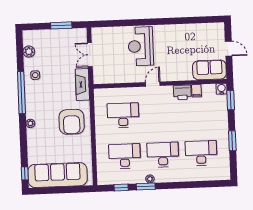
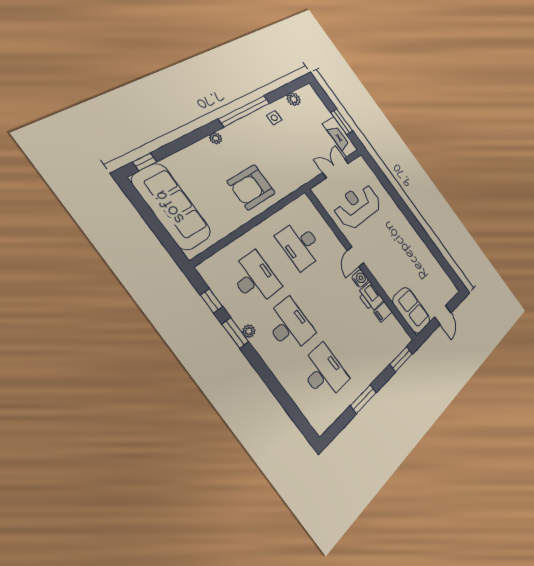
reception desk: (141, 46) -> (357, 206), moved
door: (153, 84) -> (355, 257), swing flipped
fireplace: (82, 85) -> (340, 137), moved, turned -90
water cooler: (222, 89) -> (360, 279), moved
desk: (123, 115) -> (300, 245), turned 180

